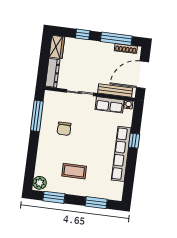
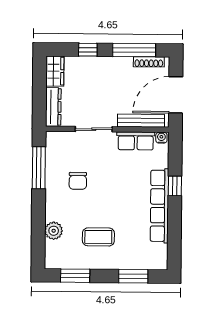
plant: (40, 183) -> (54, 231), moved

